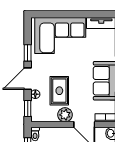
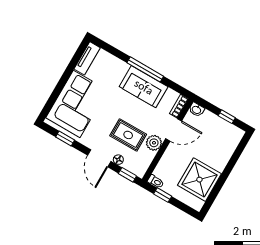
window: (28, 53) -> (65, 138), moved

